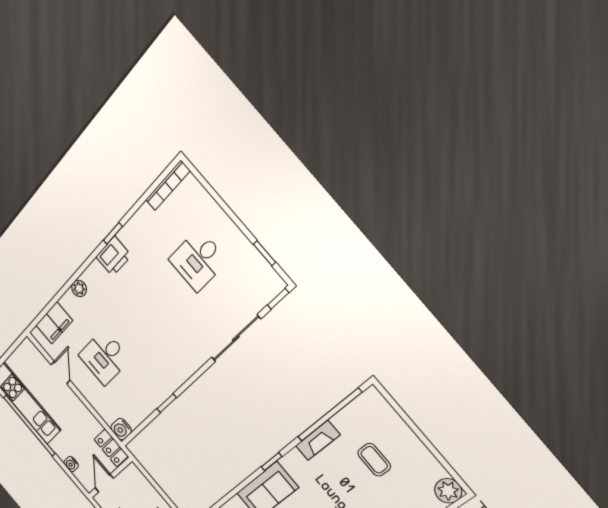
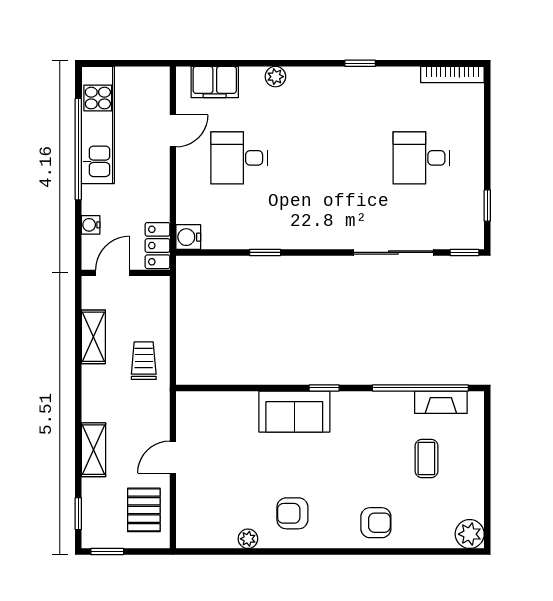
printer: (114, 256) -> (341, 82), removed
fireplace: (318, 440) -> (441, 402), moved

